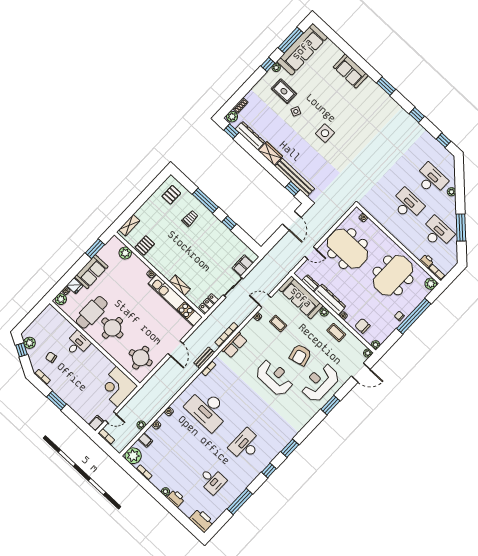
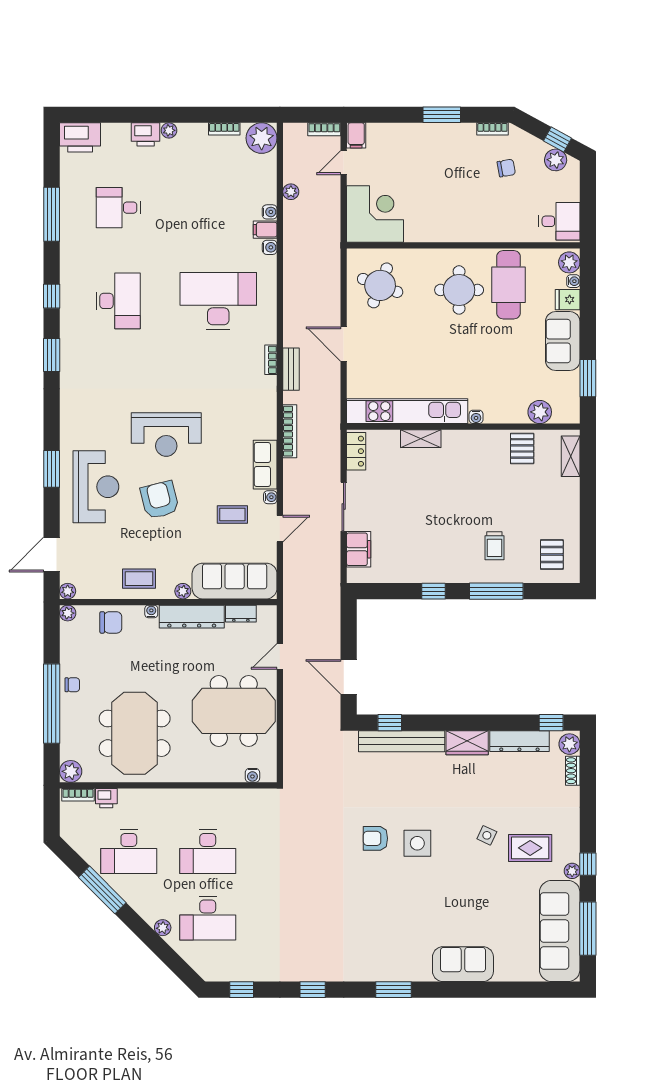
armchair: (339, 150) -> (375, 838), added
desk: (78, 344) -> (559, 221), moved, turned -90
row of seats: (235, 345) -> (265, 465), moved
round table: (141, 358) -> (380, 285), turned 34
filing cabinet: (145, 440) -> (265, 230), moved

